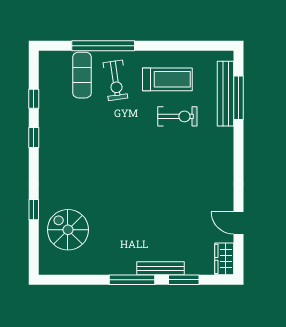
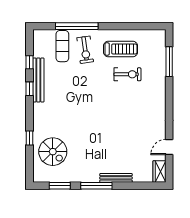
bench: (226, 94) -> (38, 80), moved
door: (239, 223) -> (169, 147), hinge flipped
spiral stairs: (68, 230) -> (53, 152), turned 180
window: (184, 280) -> (60, 186), moved

